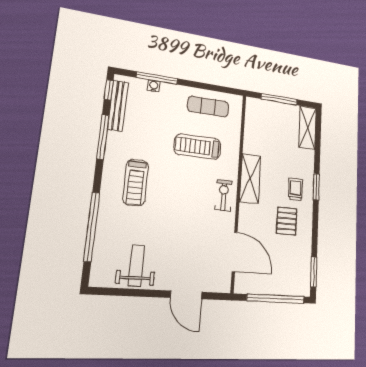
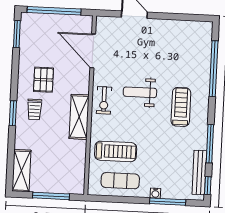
water cooler: (154, 86) -> (155, 193), moved
treadmill: (198, 147) -> (116, 151), moved
weight bench: (136, 265) -> (140, 92), moved, turned 90

